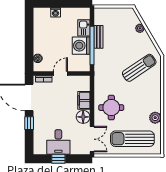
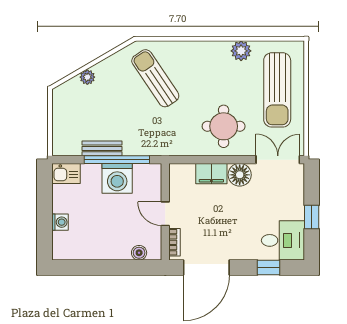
kitchen sink: (84, 28) -> (66, 174), moved
window: (29, 123) -> (268, 268), moved
desk: (58, 142) -> (283, 240), moved

